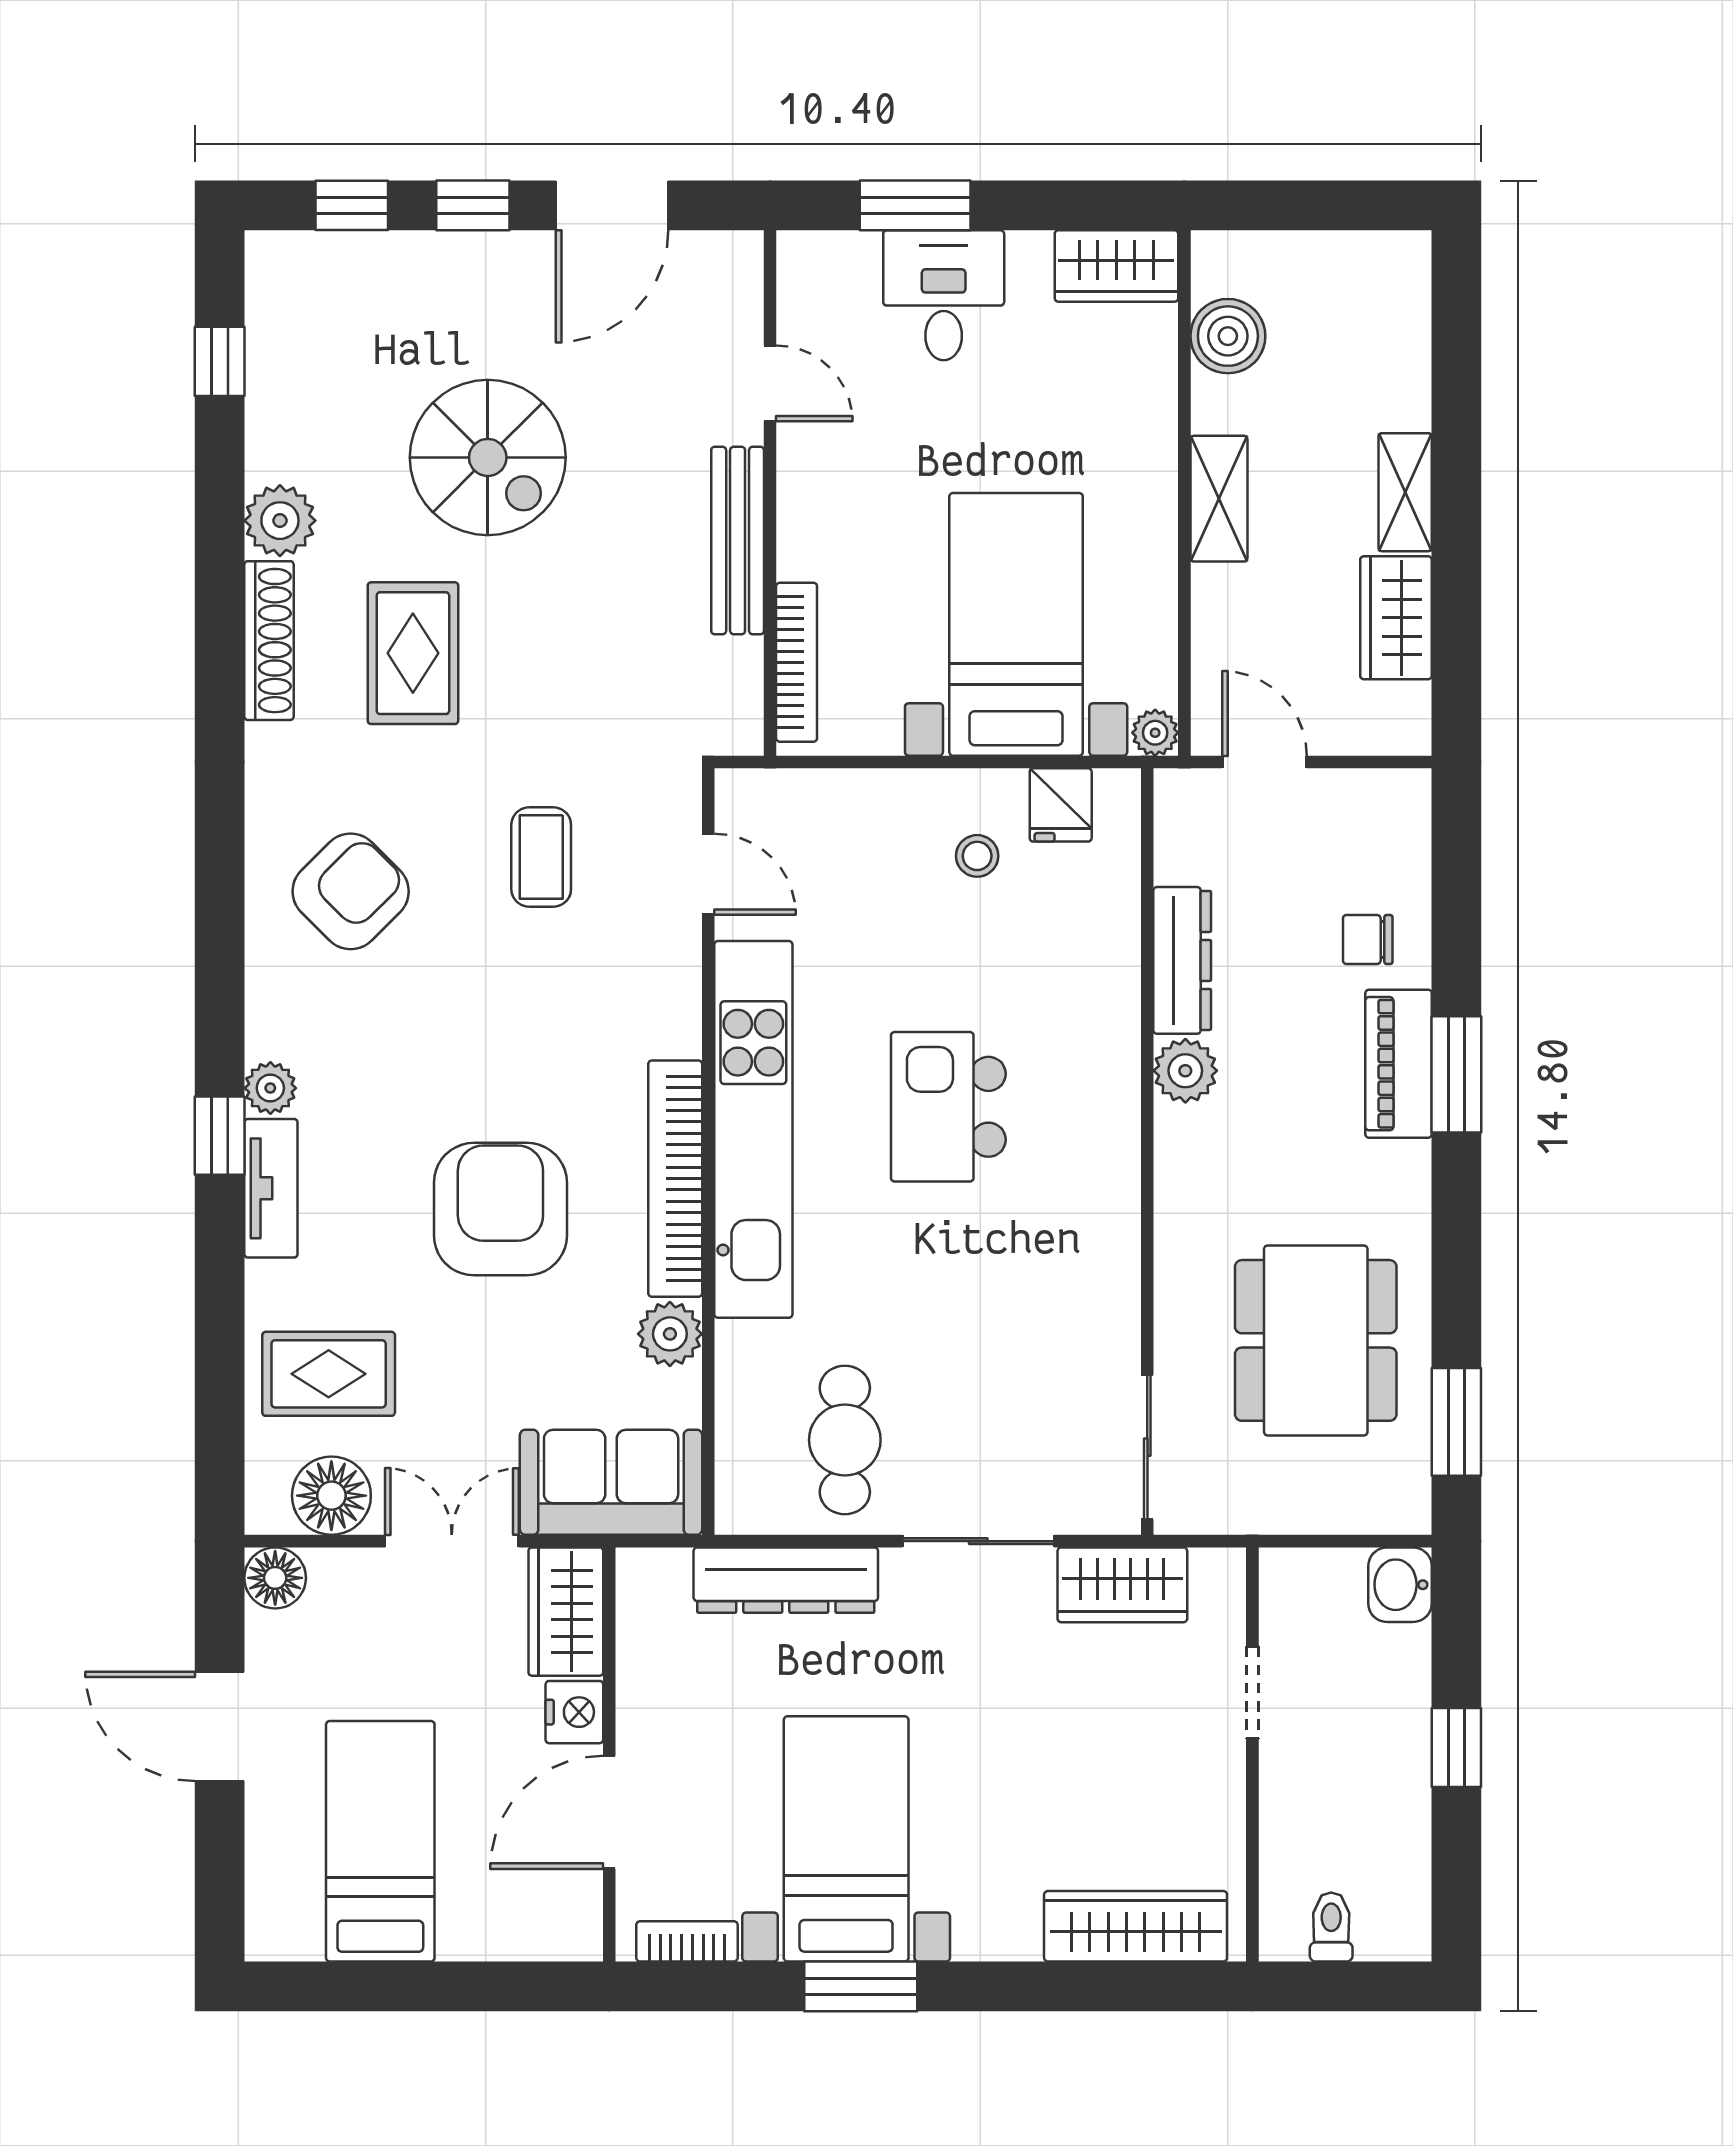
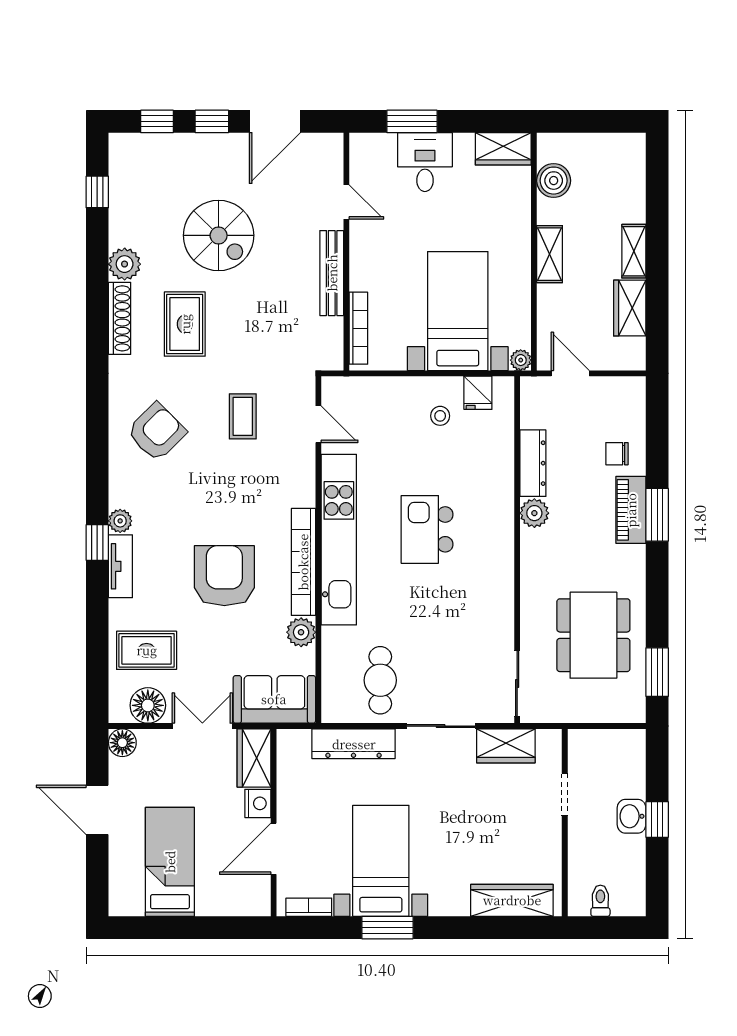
washbasin: (1400, 1585) -> (632, 816), moved

